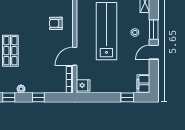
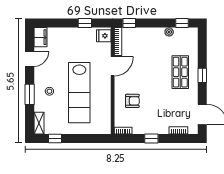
door: (154, 52) -> (30, 59), moved
window: (38, 97) -> (129, 23), moved
window: (127, 97) -> (85, 23), moved

